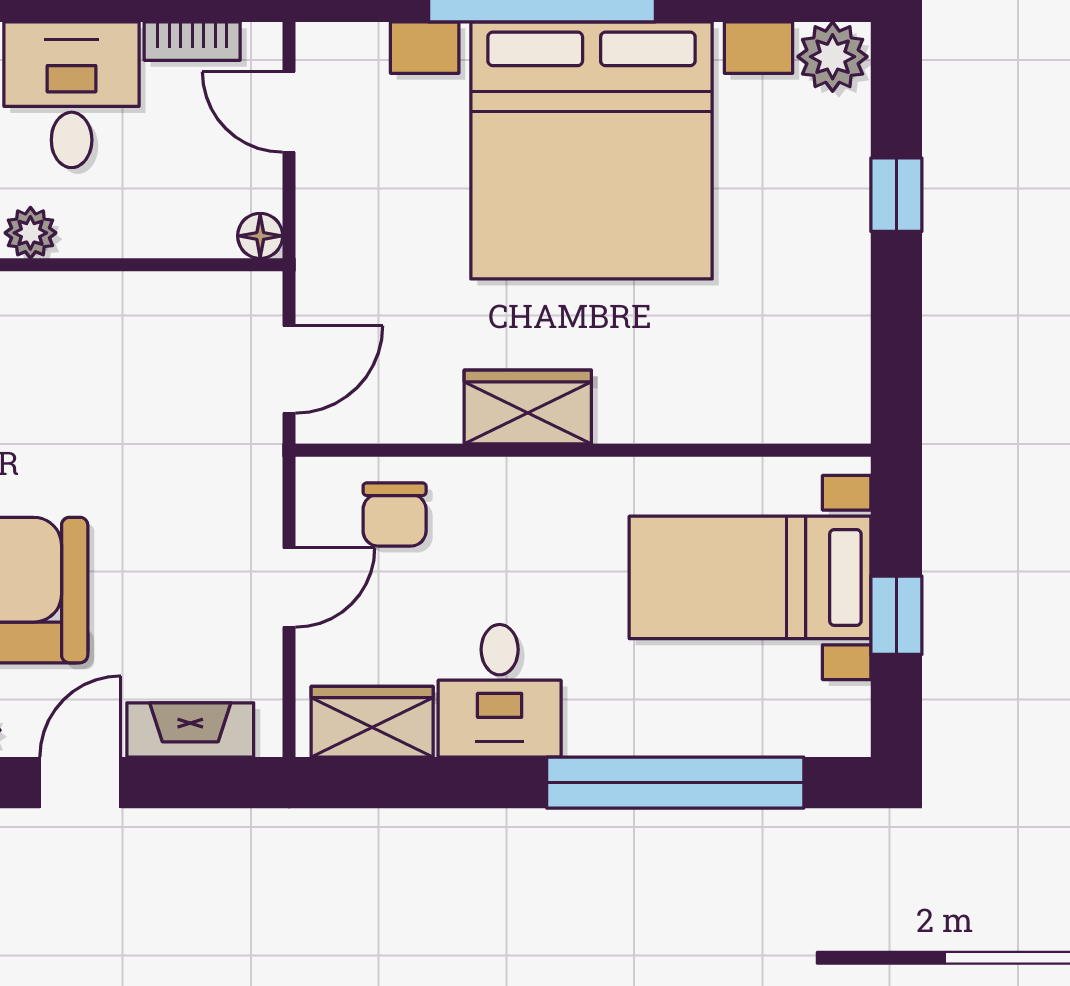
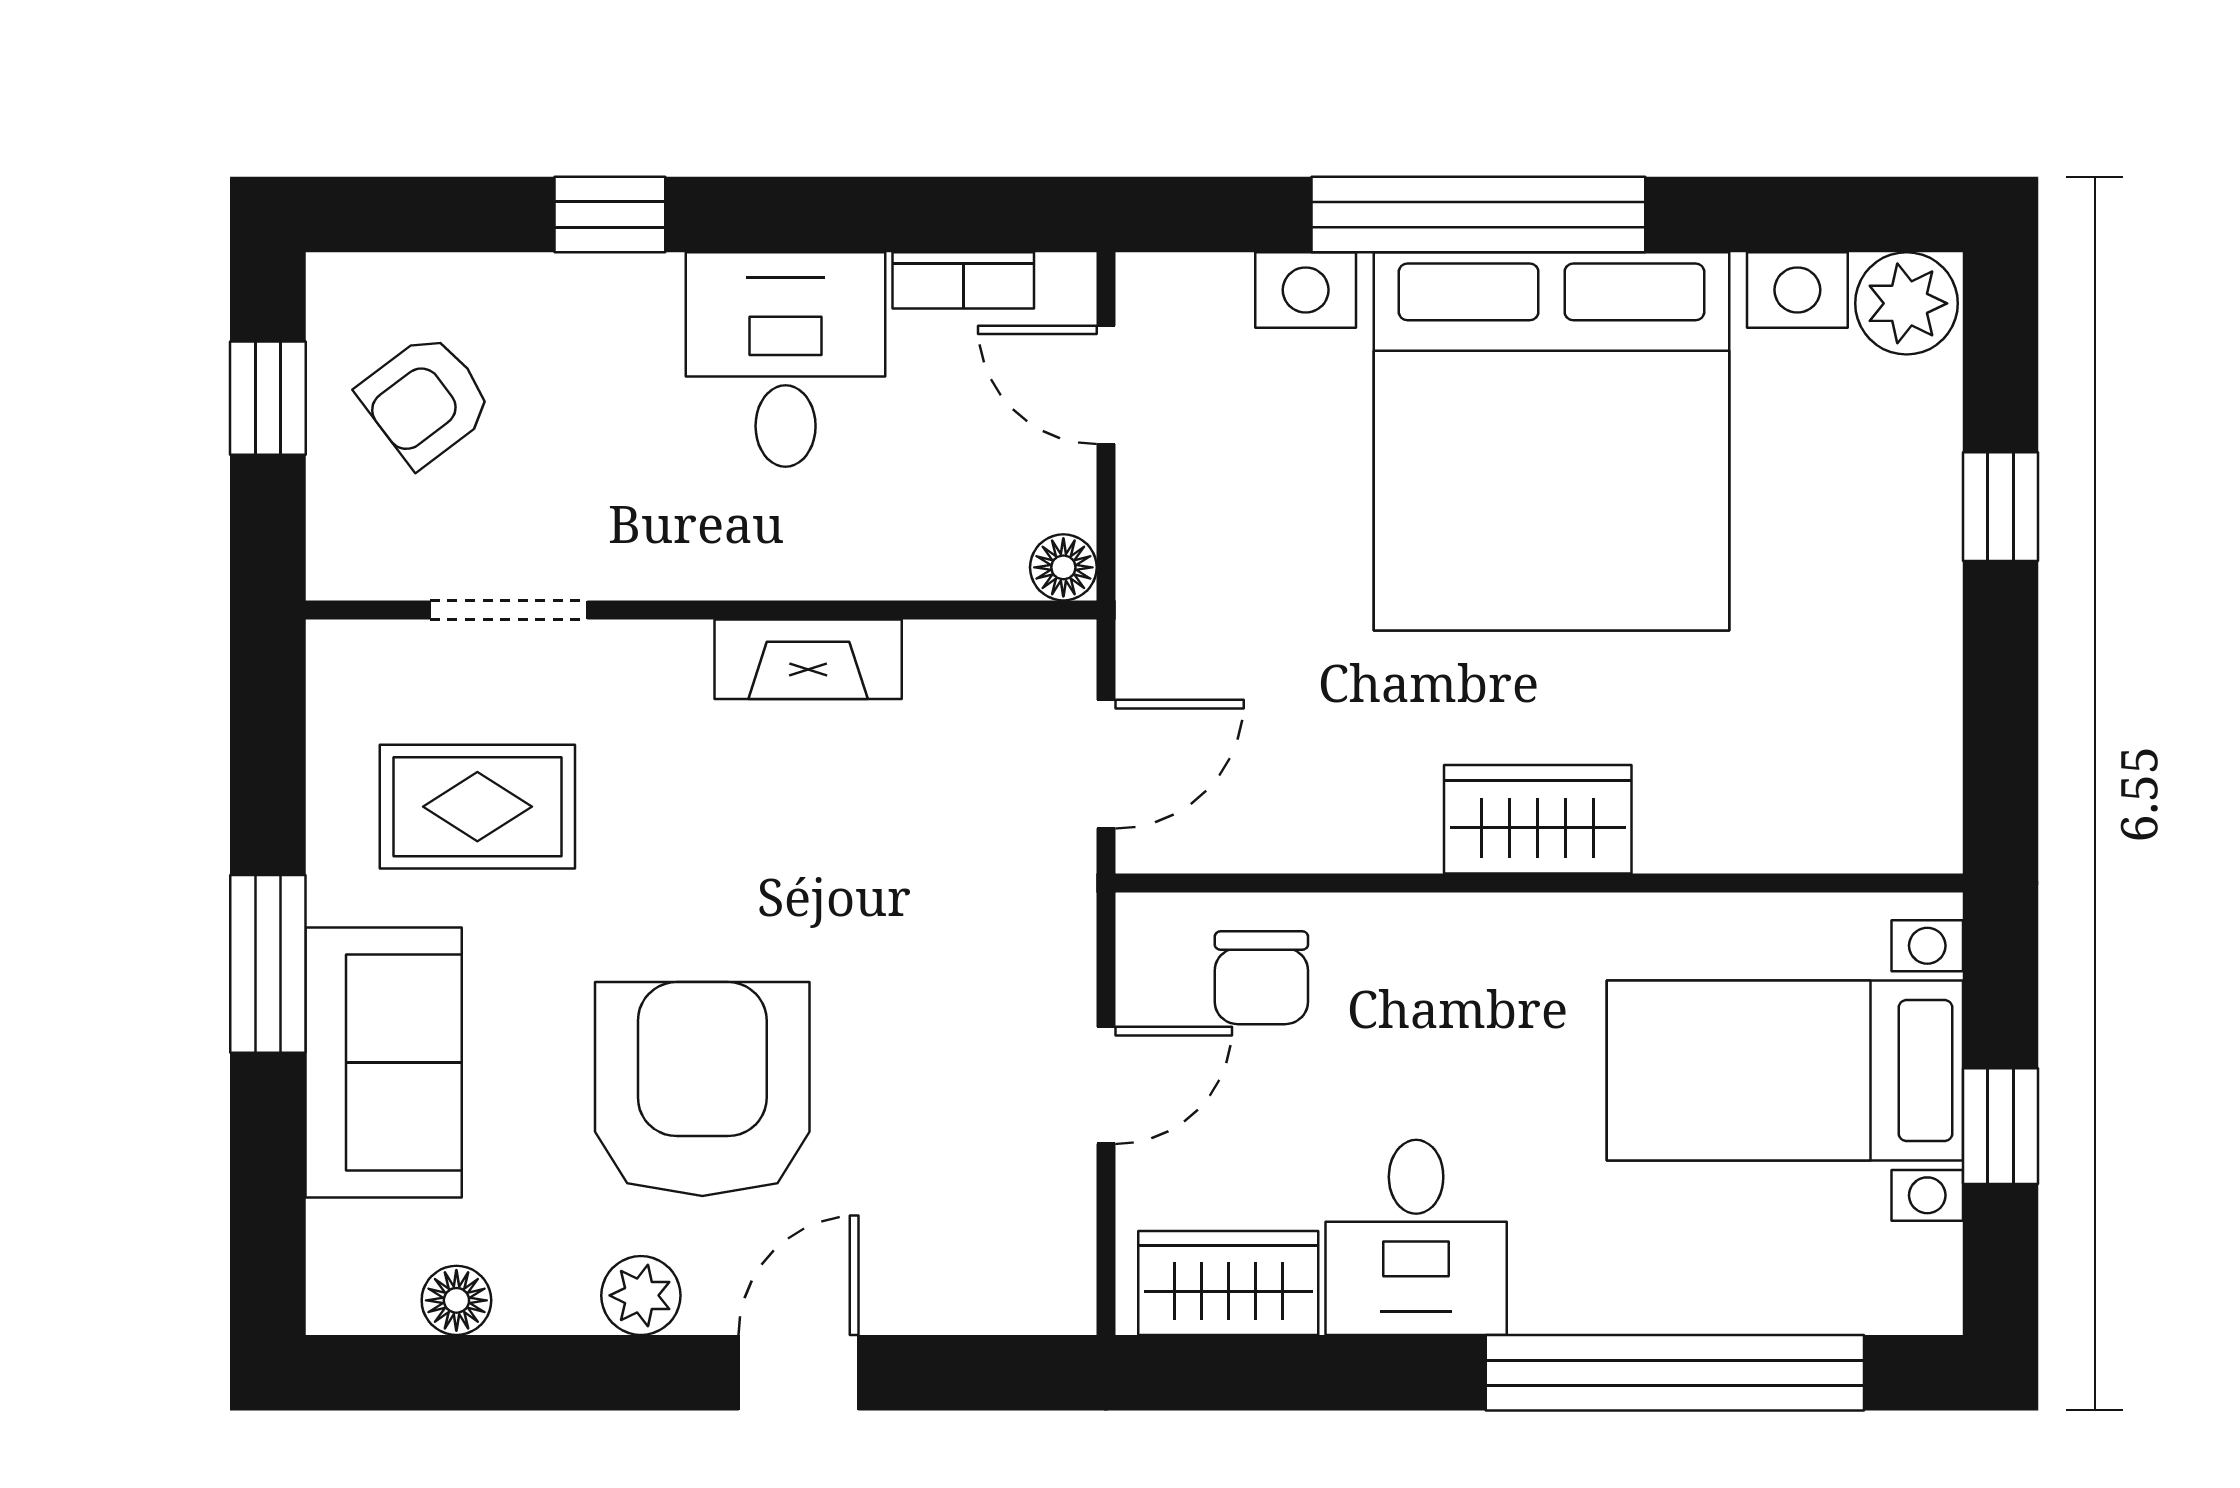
plant: (30, 233) -> (725, 563), removed
wardrobe: (528, 407) -> (1538, 819), moved
fireplace: (190, 730) -> (808, 659), moved, turned 180

